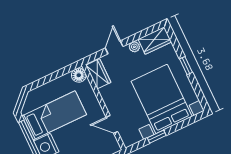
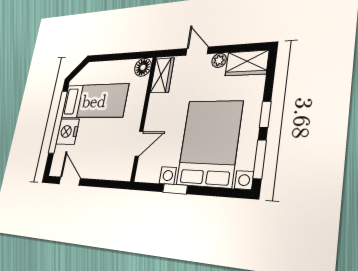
door: (114, 47) -> (197, 51), hinge flipped
window: (198, 92) -> (260, 159), added
door: (112, 124) -> (139, 144), swing flipped

